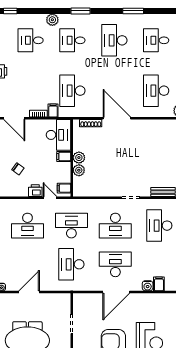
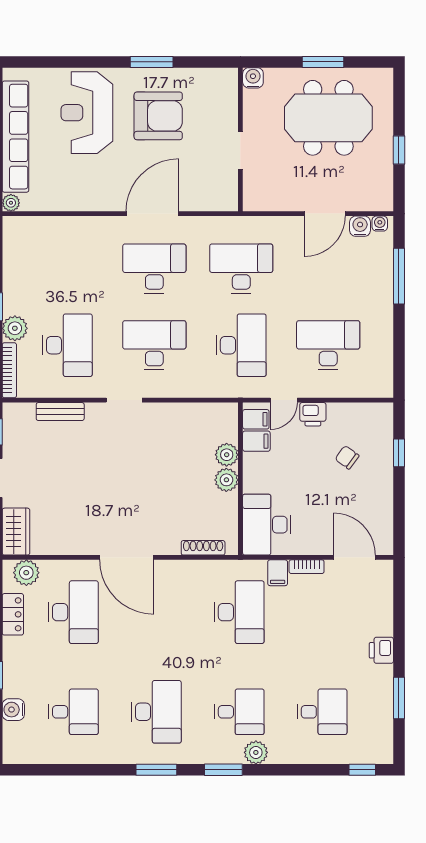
window: (133, 11) -> (156, 770), moved
plant: (52, 20) -> (256, 752), moved
door: (117, 118) -> (127, 557), moved
filing cabinet: (64, 156) -> (256, 441), moved
door: (50, 198) -> (284, 400), hinge flipped
desk: (71, 226) -> (241, 345), turned -90
desk: (71, 264) -> (241, 269), turned -90
desk: (115, 264) -> (154, 269), turned 180
filing cabinet: (159, 284) -> (68, 230), removed
water cooler: (148, 286) -> (360, 226), moved

